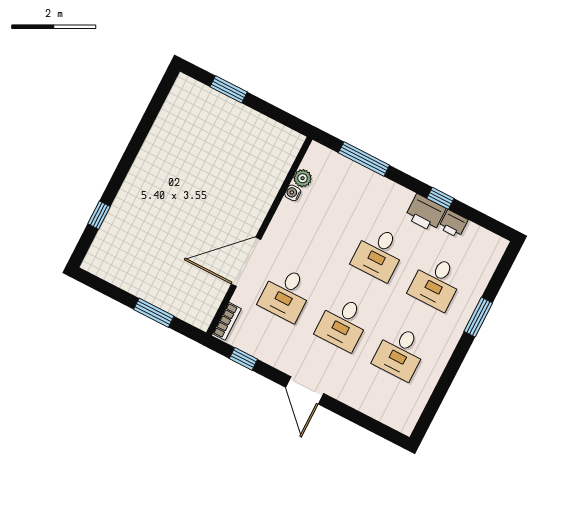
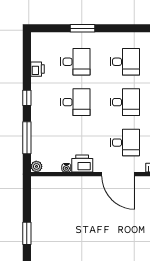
plant: (303, 178) -> (36, 166), moved
window: (440, 198) -> (27, 98), moved
printer: (425, 213) -> (82, 163), moved, turned -90

